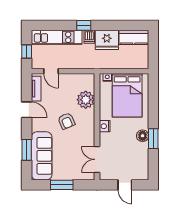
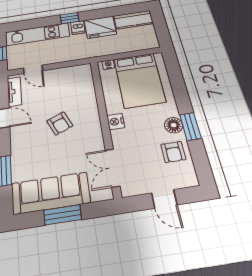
plant: (86, 100) -> (84, 94), removed
armchair: (138, 155) -> (173, 152), added
sofa: (42, 156) -> (50, 193), moved, turned -90

